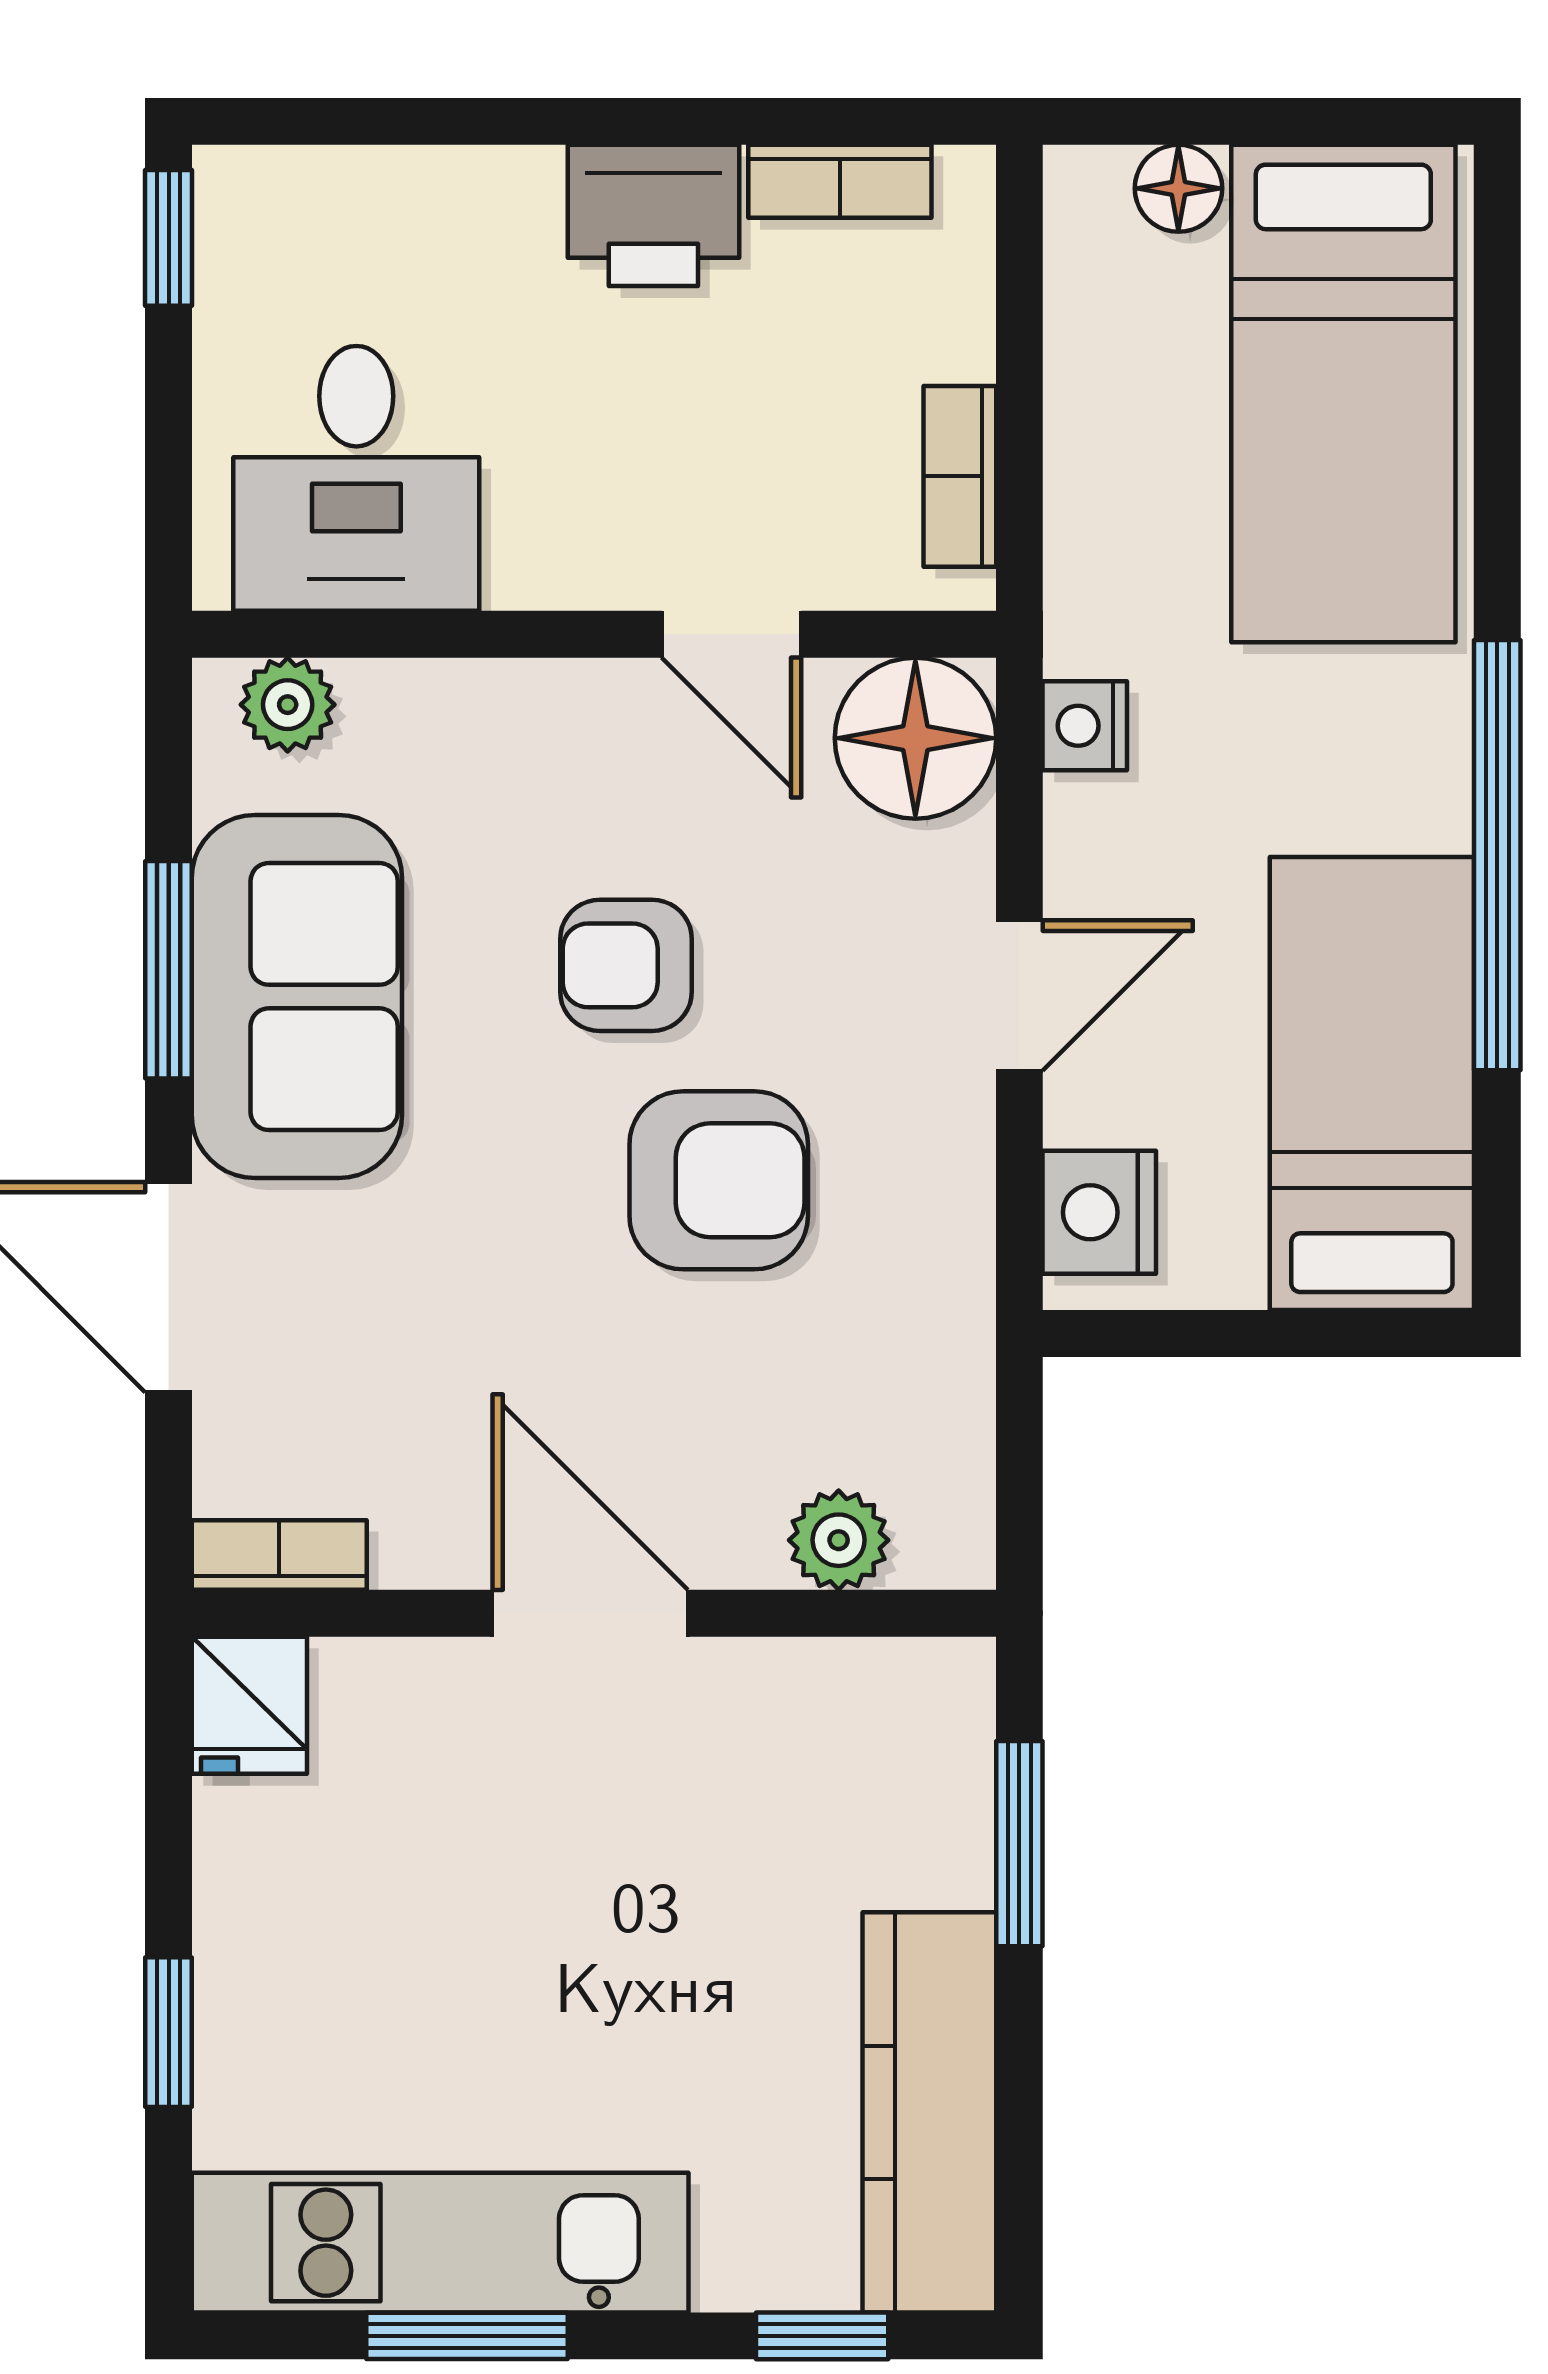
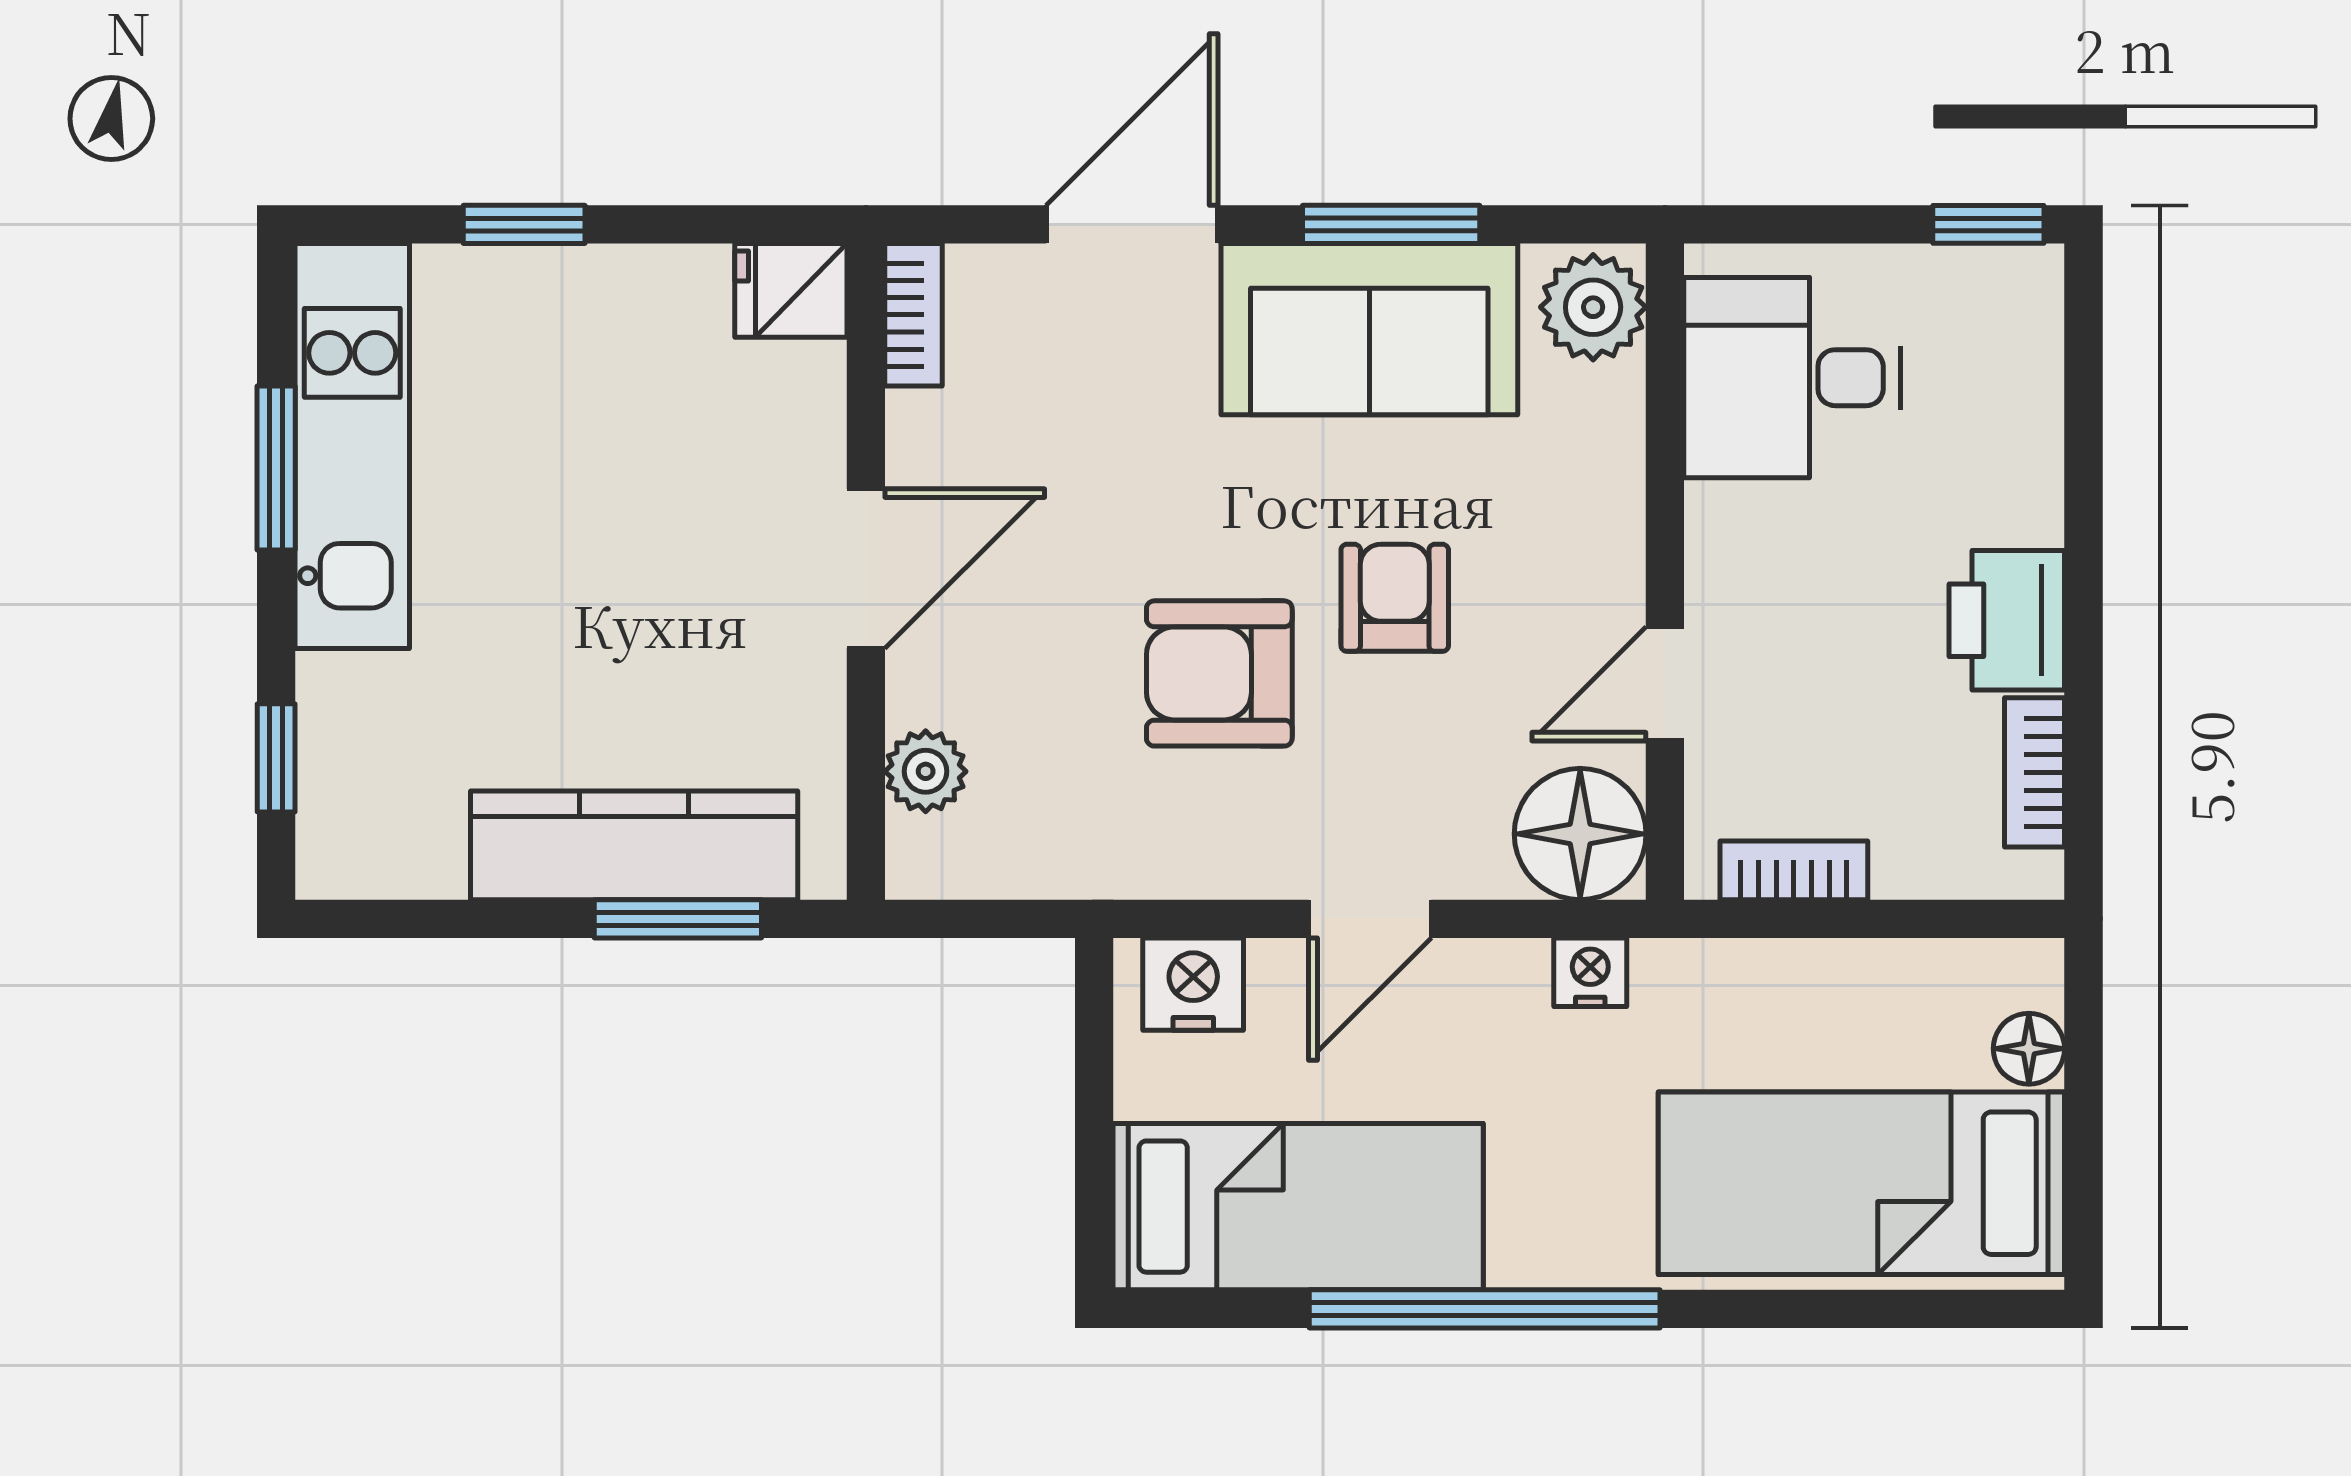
plant: (288, 705) -> (1593, 307), width x1.38, depth x1.38
door: (1019, 996) -> (1370, 919), hinge flipped
armchair: (719, 1180) -> (1219, 673), turned 90
kitchen counter: (929, 2112) -> (634, 845), moved

